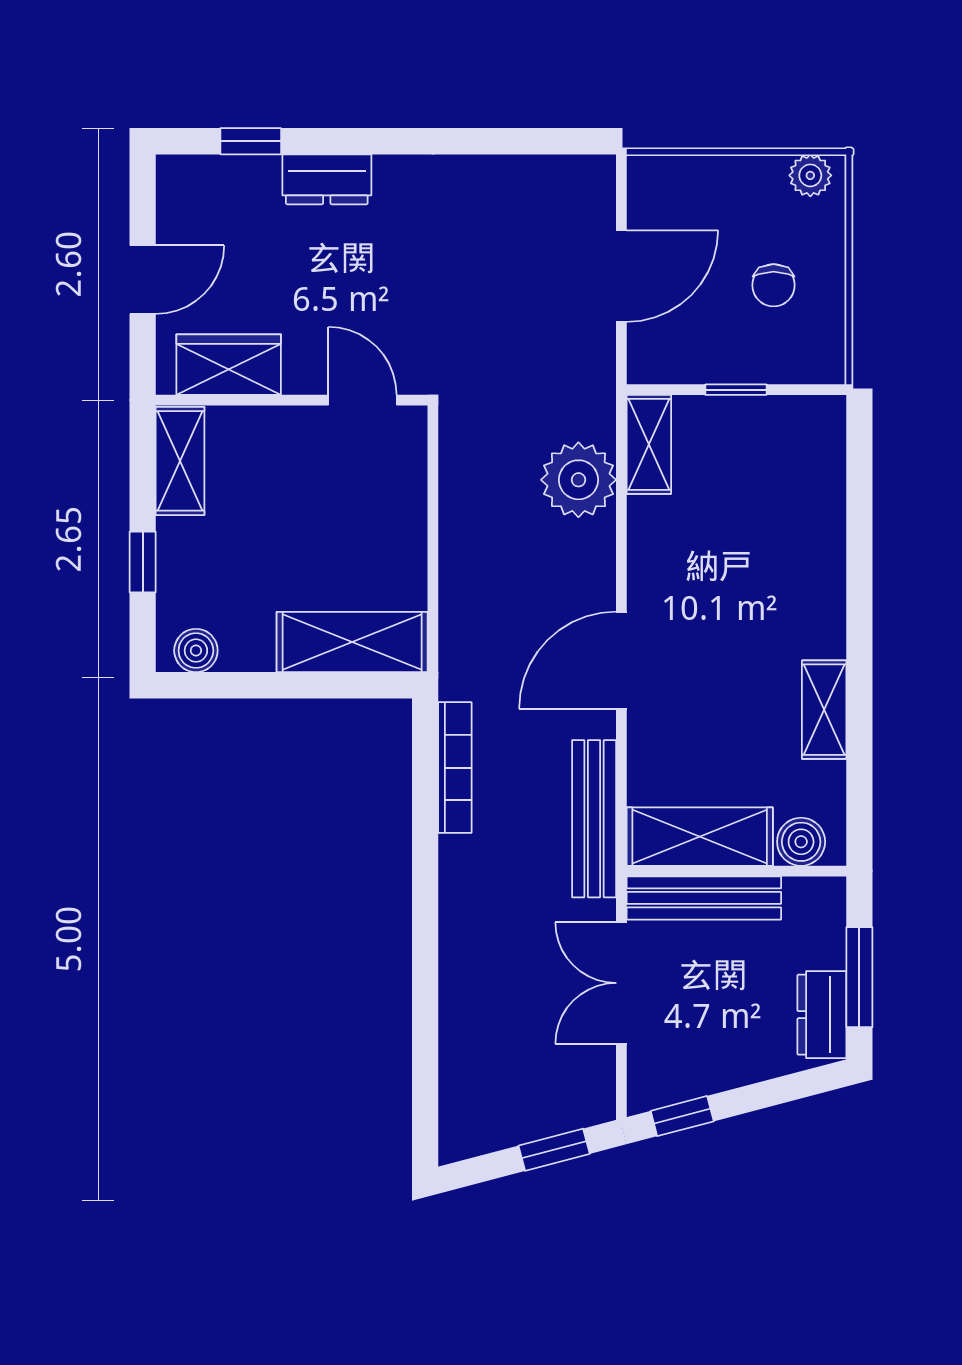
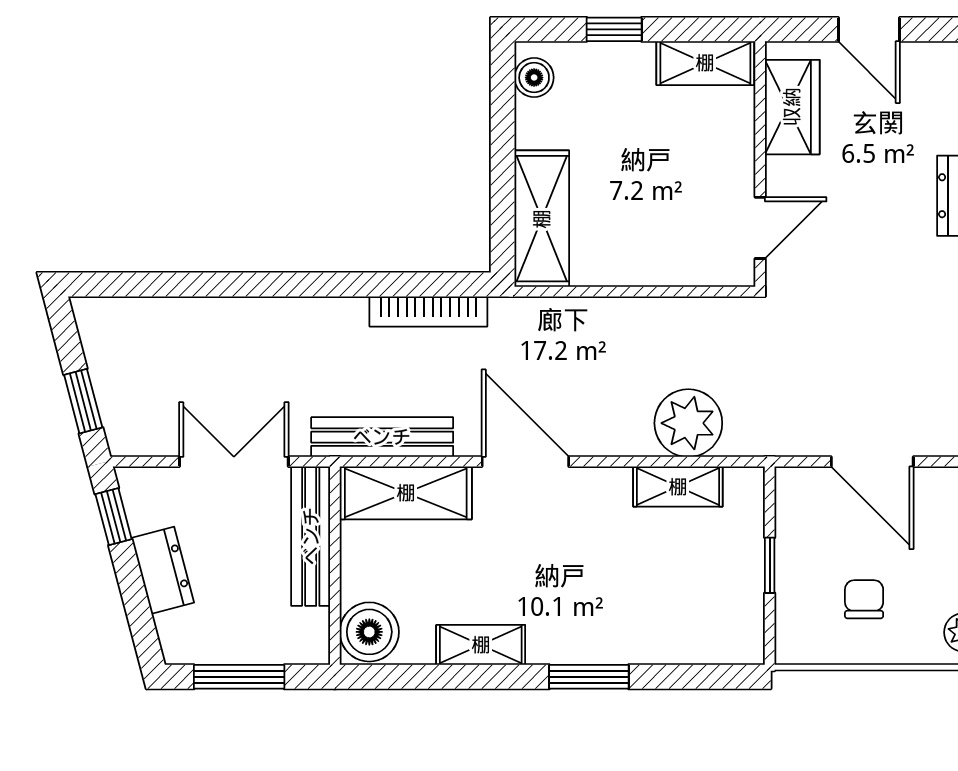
chair: (774, 285) -> (864, 599), turned 90
shelving: (649, 444) -> (678, 487), moved
window: (859, 590) -> (589, 677), added
shelving: (700, 837) -> (406, 493), moved, turned 90
boiler: (801, 842) -> (369, 632), width x1.36, depth x1.36
dresser: (822, 1015) -> (163, 570), moved, turned 75

